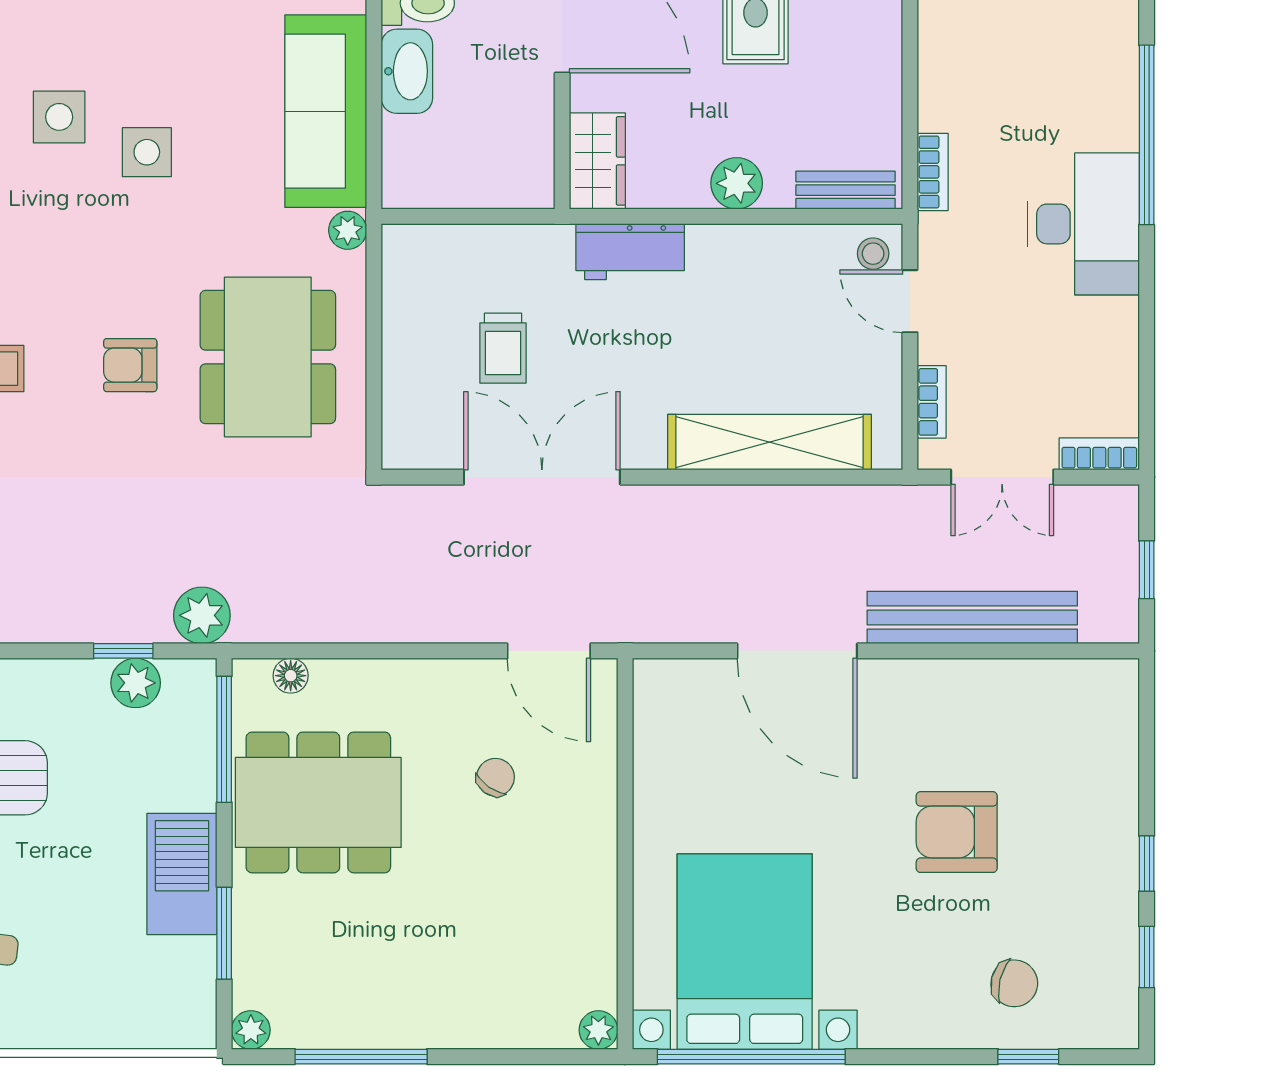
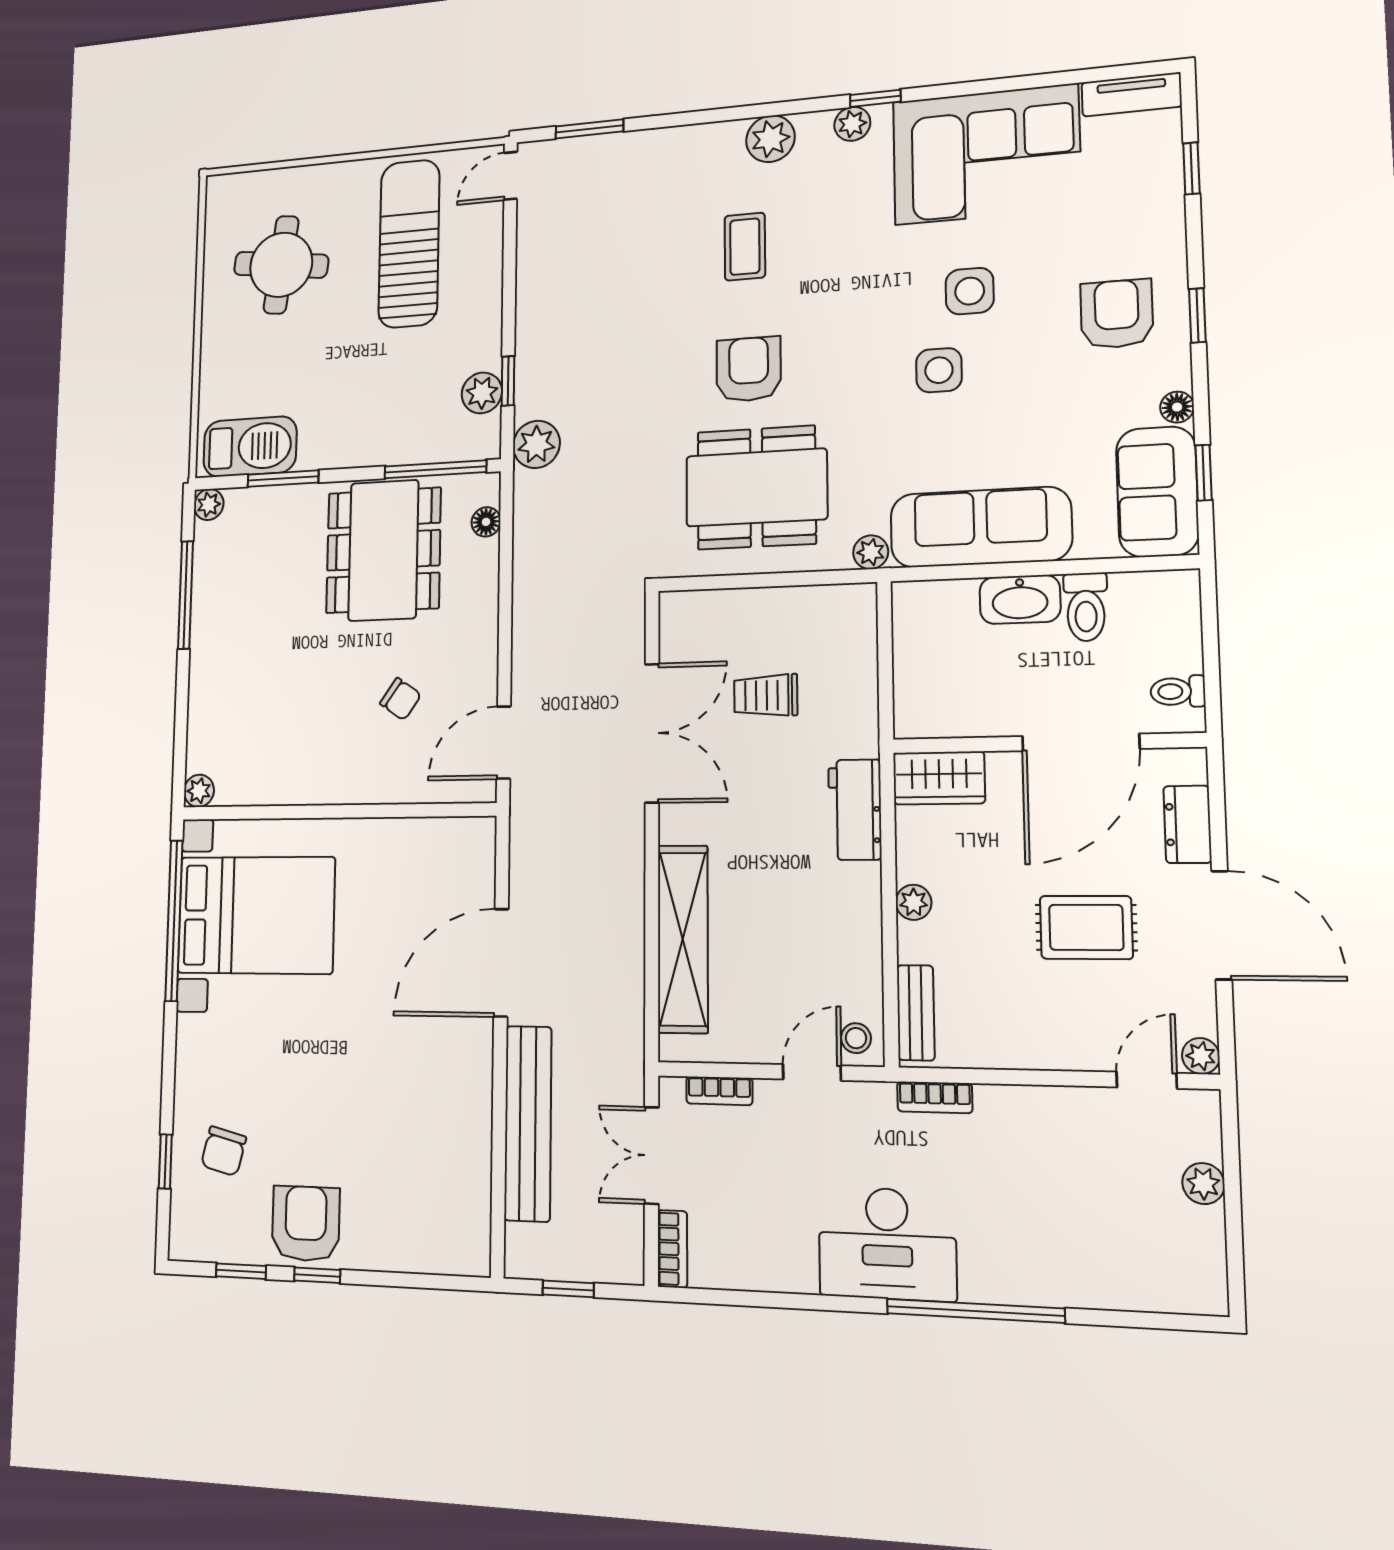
plant: (737, 183) -> (914, 902), width x0.73, depth x0.73
armchair: (130, 365) -> (749, 369), width x1.38, depth x1.38
armchair: (957, 832) -> (306, 1224), moved
barbecue: (182, 874) -> (250, 447), moved

